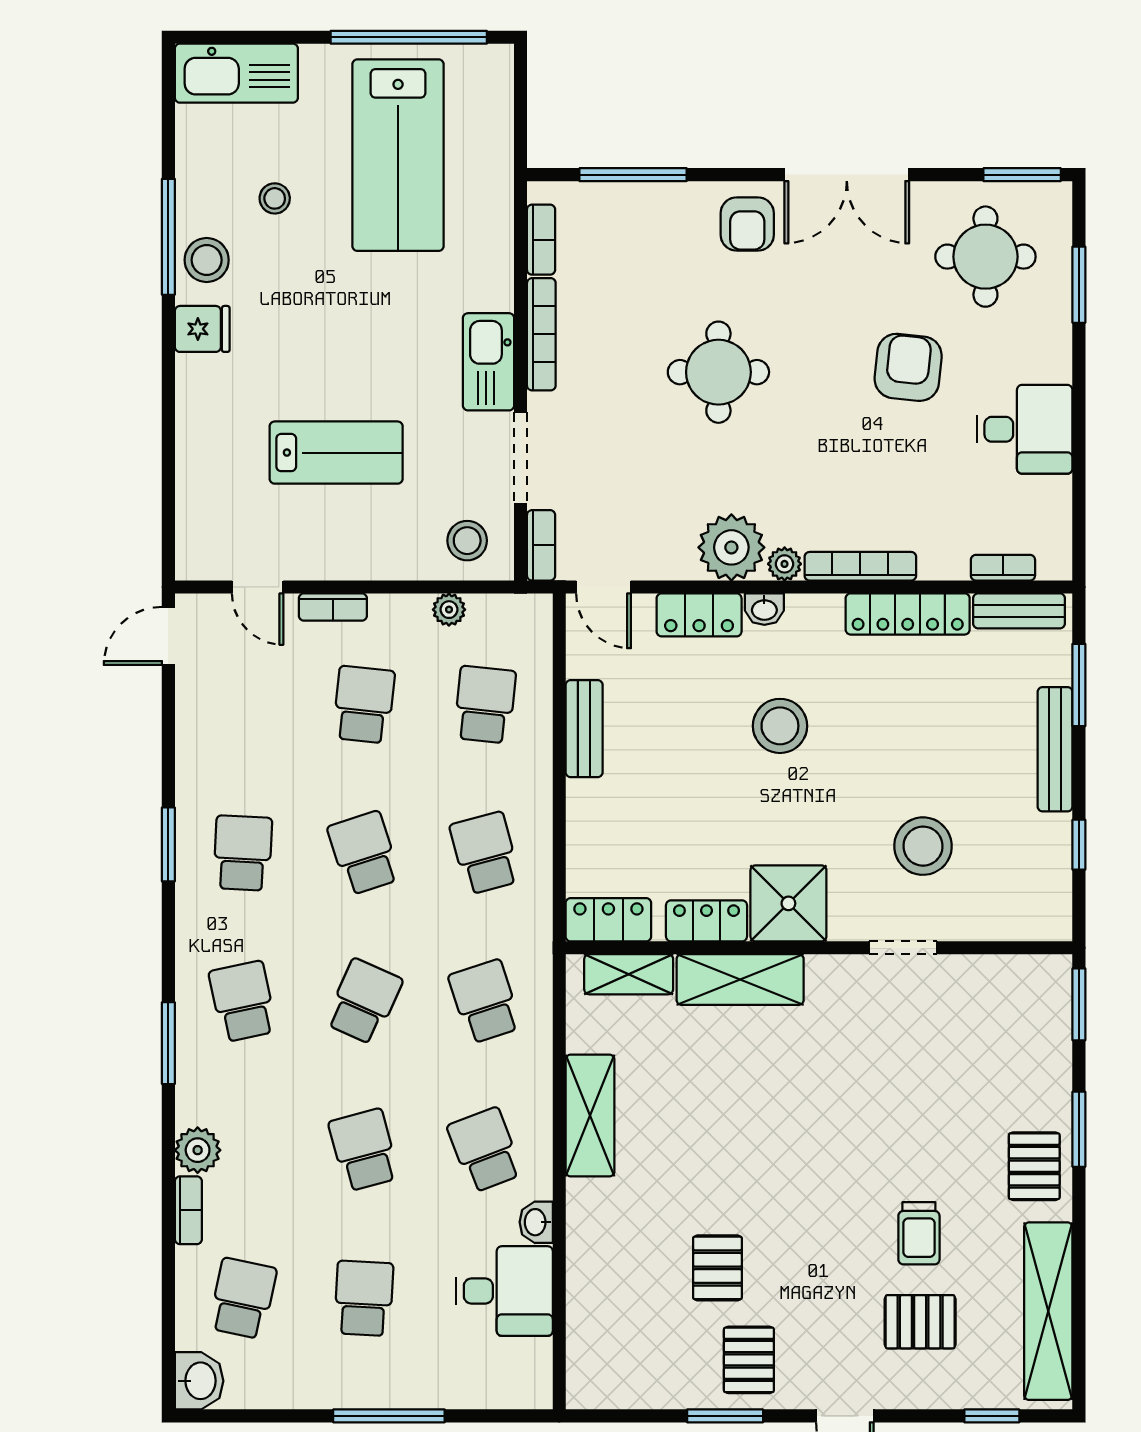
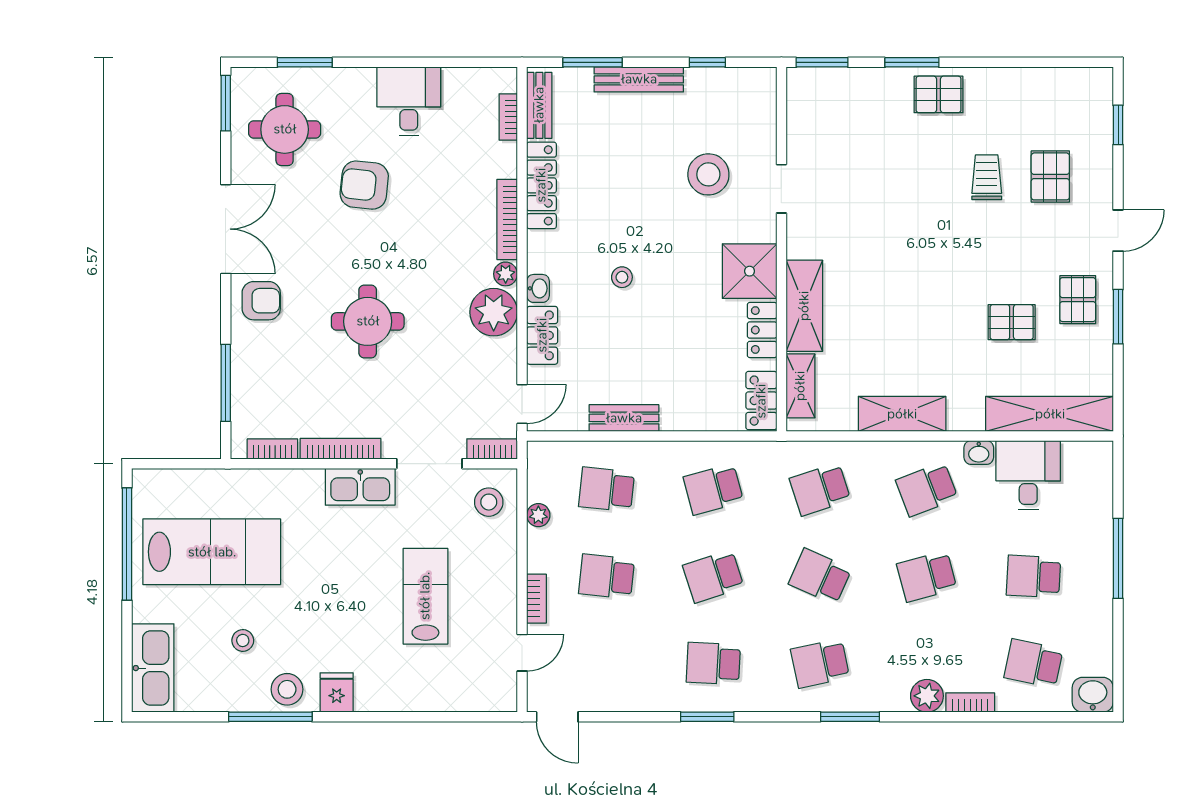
stool: (780, 726) -> (622, 277), width x0.53, depth x0.53
trolley: (919, 1233) -> (987, 177), turned -90
shelving: (1048, 1311) -> (1050, 414), moved
pallet: (749, 1360) -> (1078, 300), turned 90

